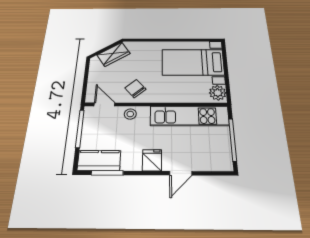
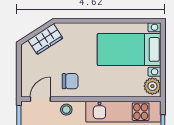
chair: (135, 89) -> (70, 81), turned 131
door: (104, 104) -> (40, 99), hinge flipped

